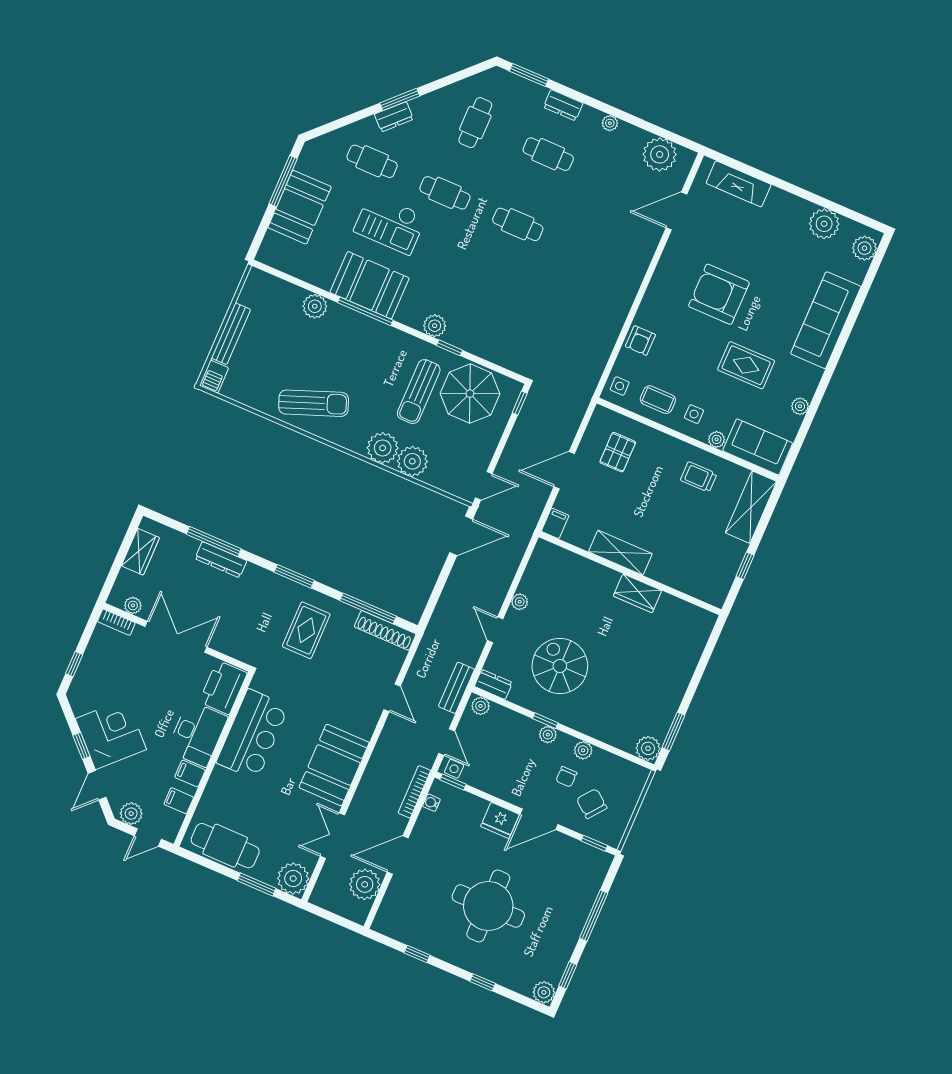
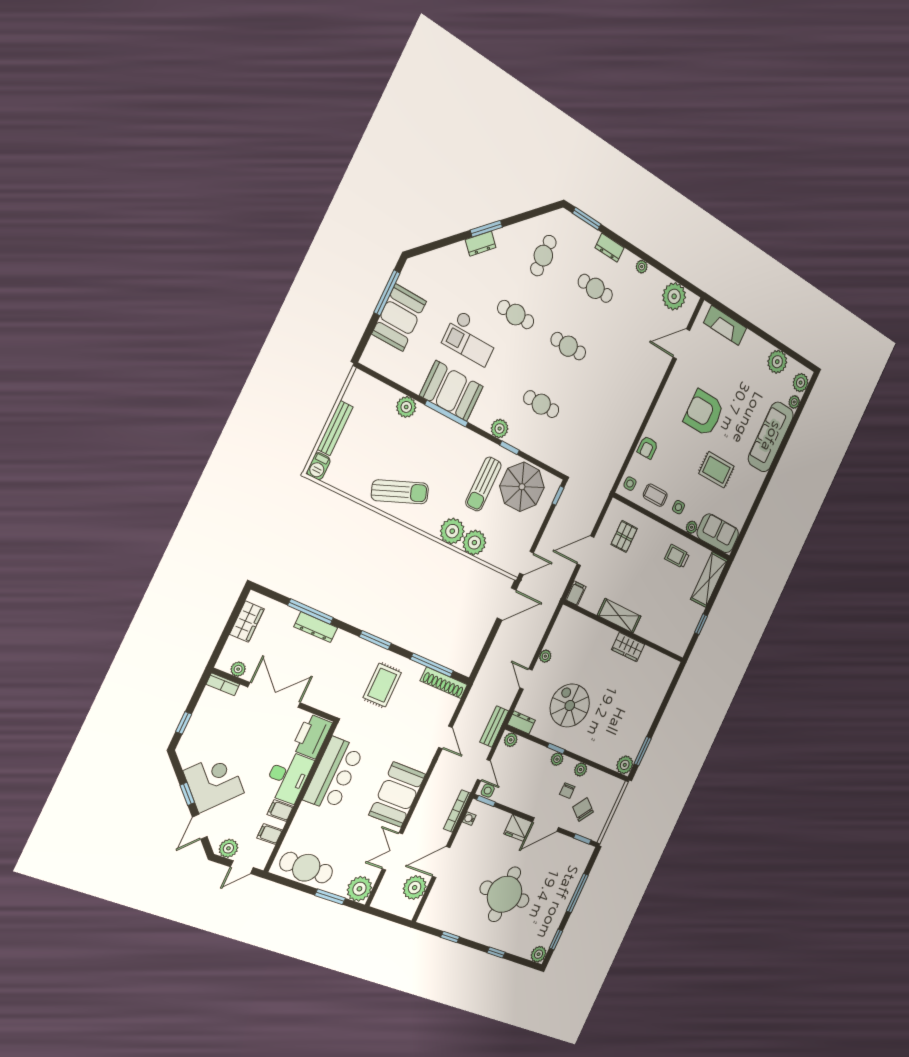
cafe table: (372, 161) -> (541, 404), moved
plant: (800, 406) -> (794, 402), moved

